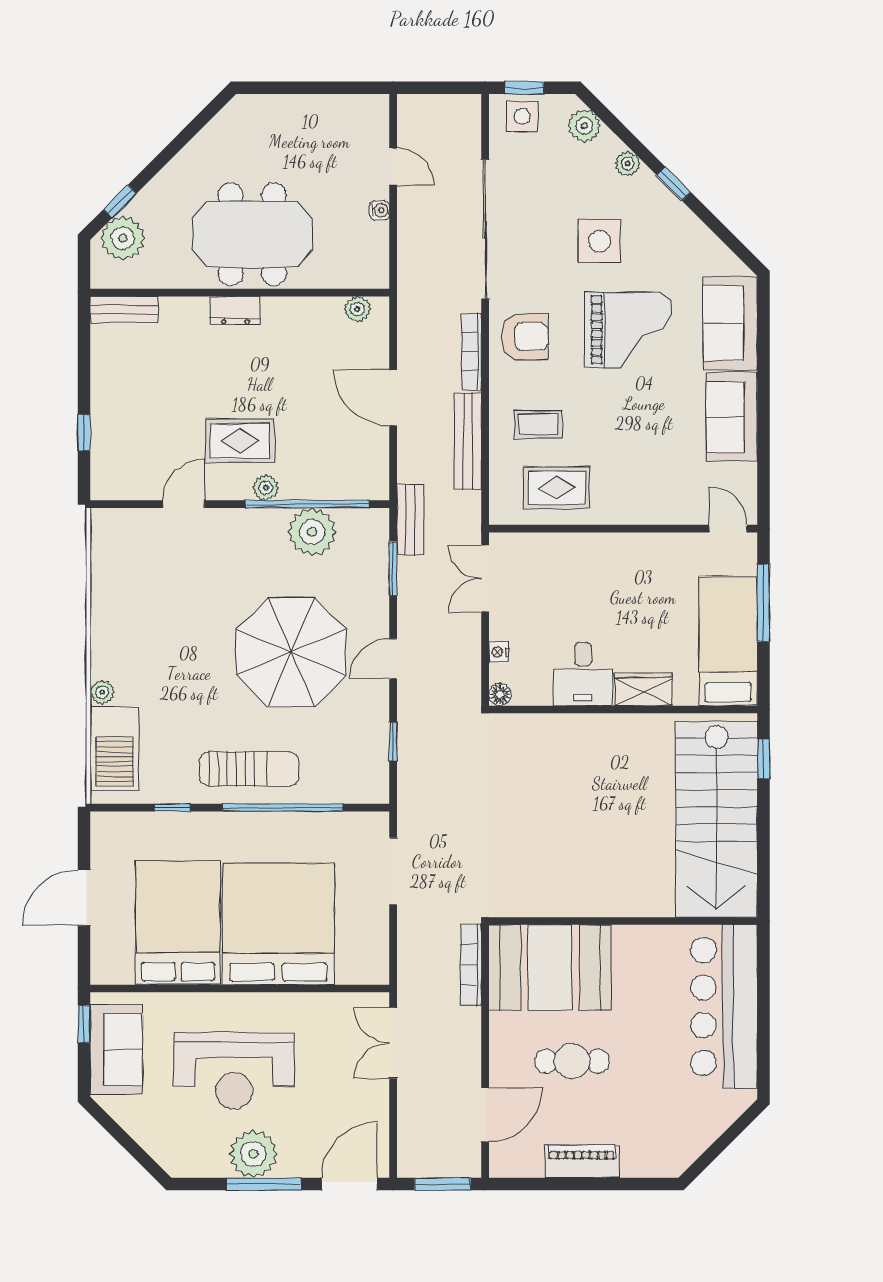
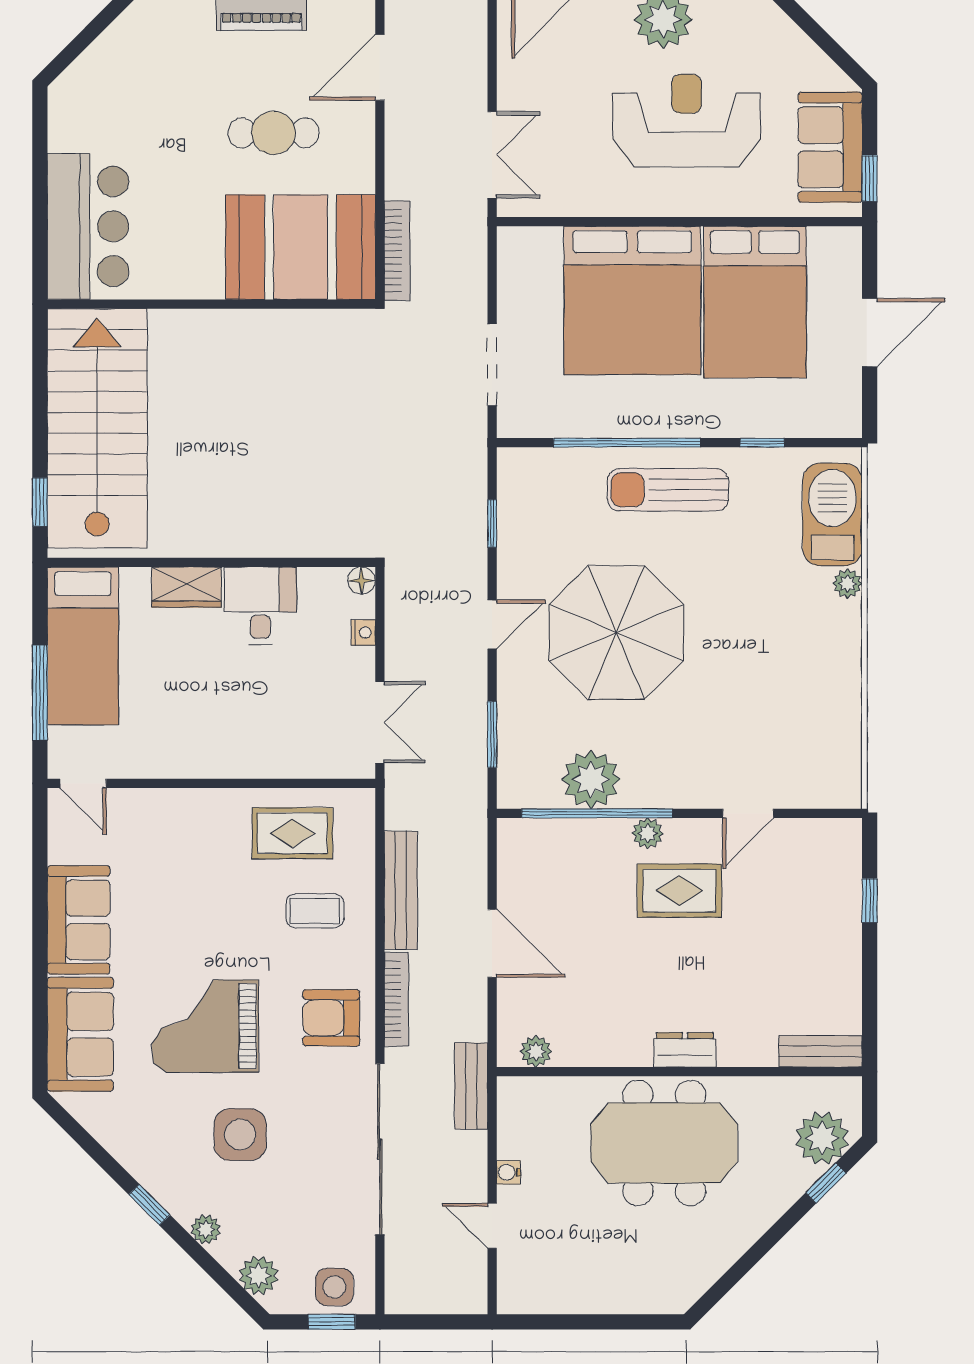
bench: (410, 520) -> (471, 1086), moved
bar counter: (724, 1006) -> (88, 226), width x0.73

